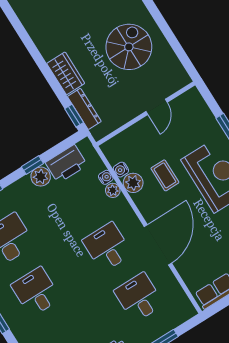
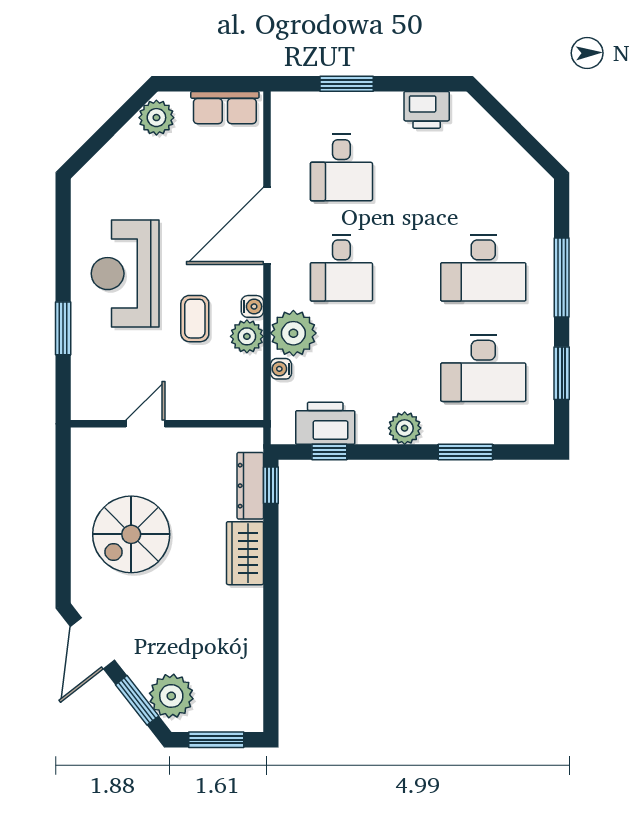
window: (32, 165) -> (329, 452), moved
water cooler: (121, 170) -> (252, 306), moved
plant: (41, 177) -> (405, 428), moved
plant: (113, 190) -> (293, 333), width x1.88, depth x1.88
desk: (36, 292) -> (483, 268), width x1.37

